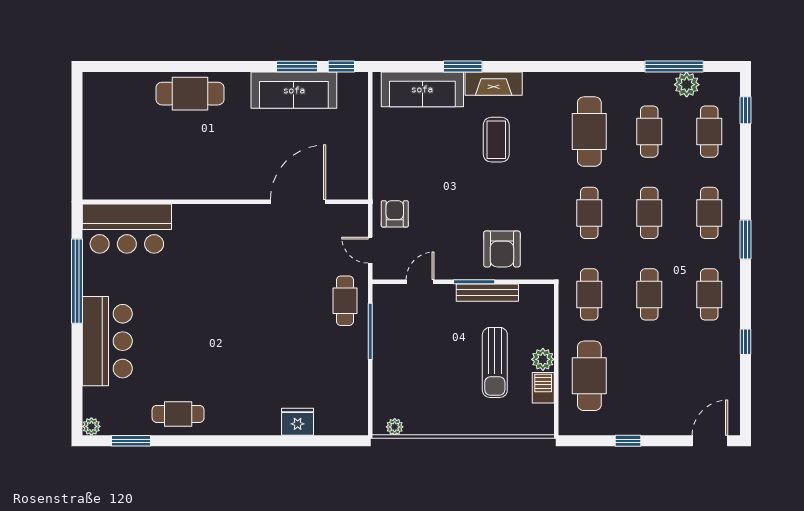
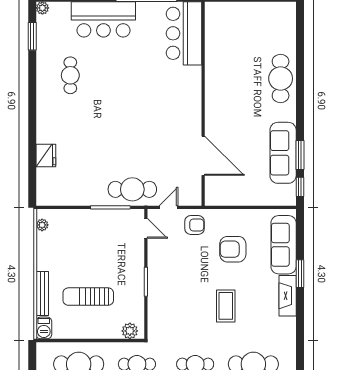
coffee table: (496, 140) -> (226, 306), moved, turned 90
armchair: (502, 249) -> (233, 249), moved
door: (420, 282) -> (146, 228), moved
bench: (487, 293) -> (42, 294), moved
cafe table: (345, 301) -> (132, 189), width x1.37, depth x1.35
plant: (543, 359) -> (130, 331), moved
barbecue: (543, 388) -> (44, 328), moved, turned 90
cafe table: (178, 414) -> (70, 75), moved

